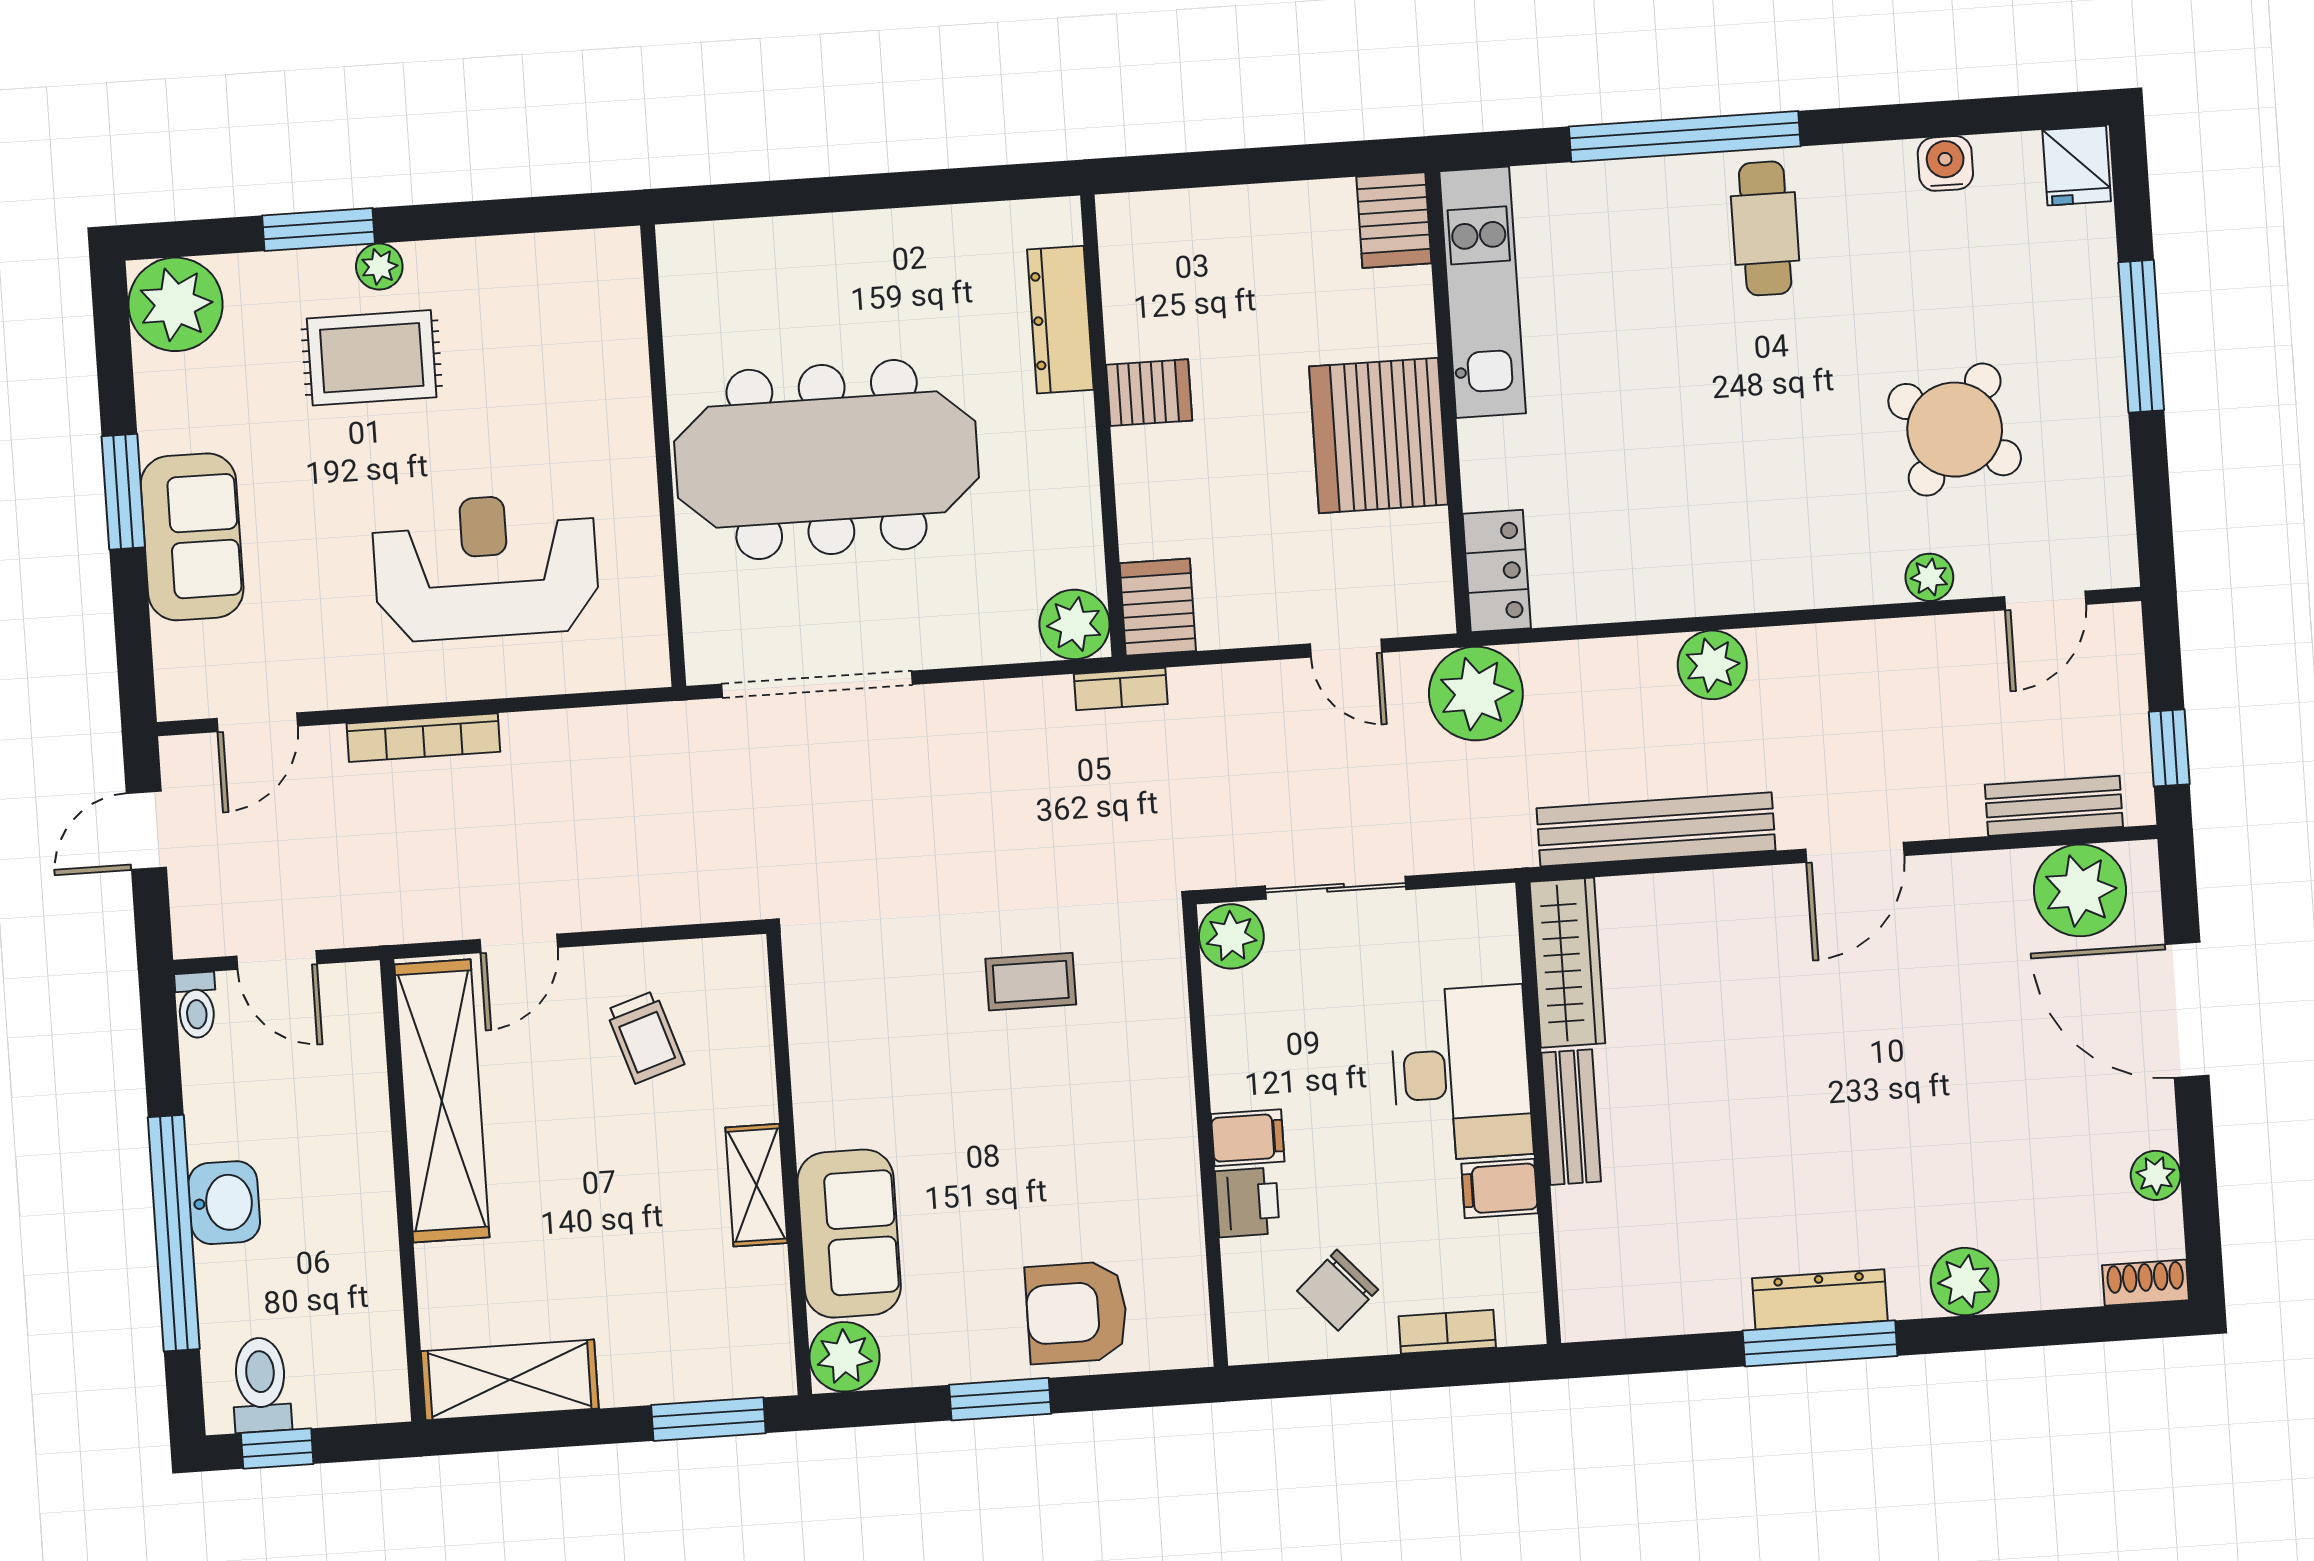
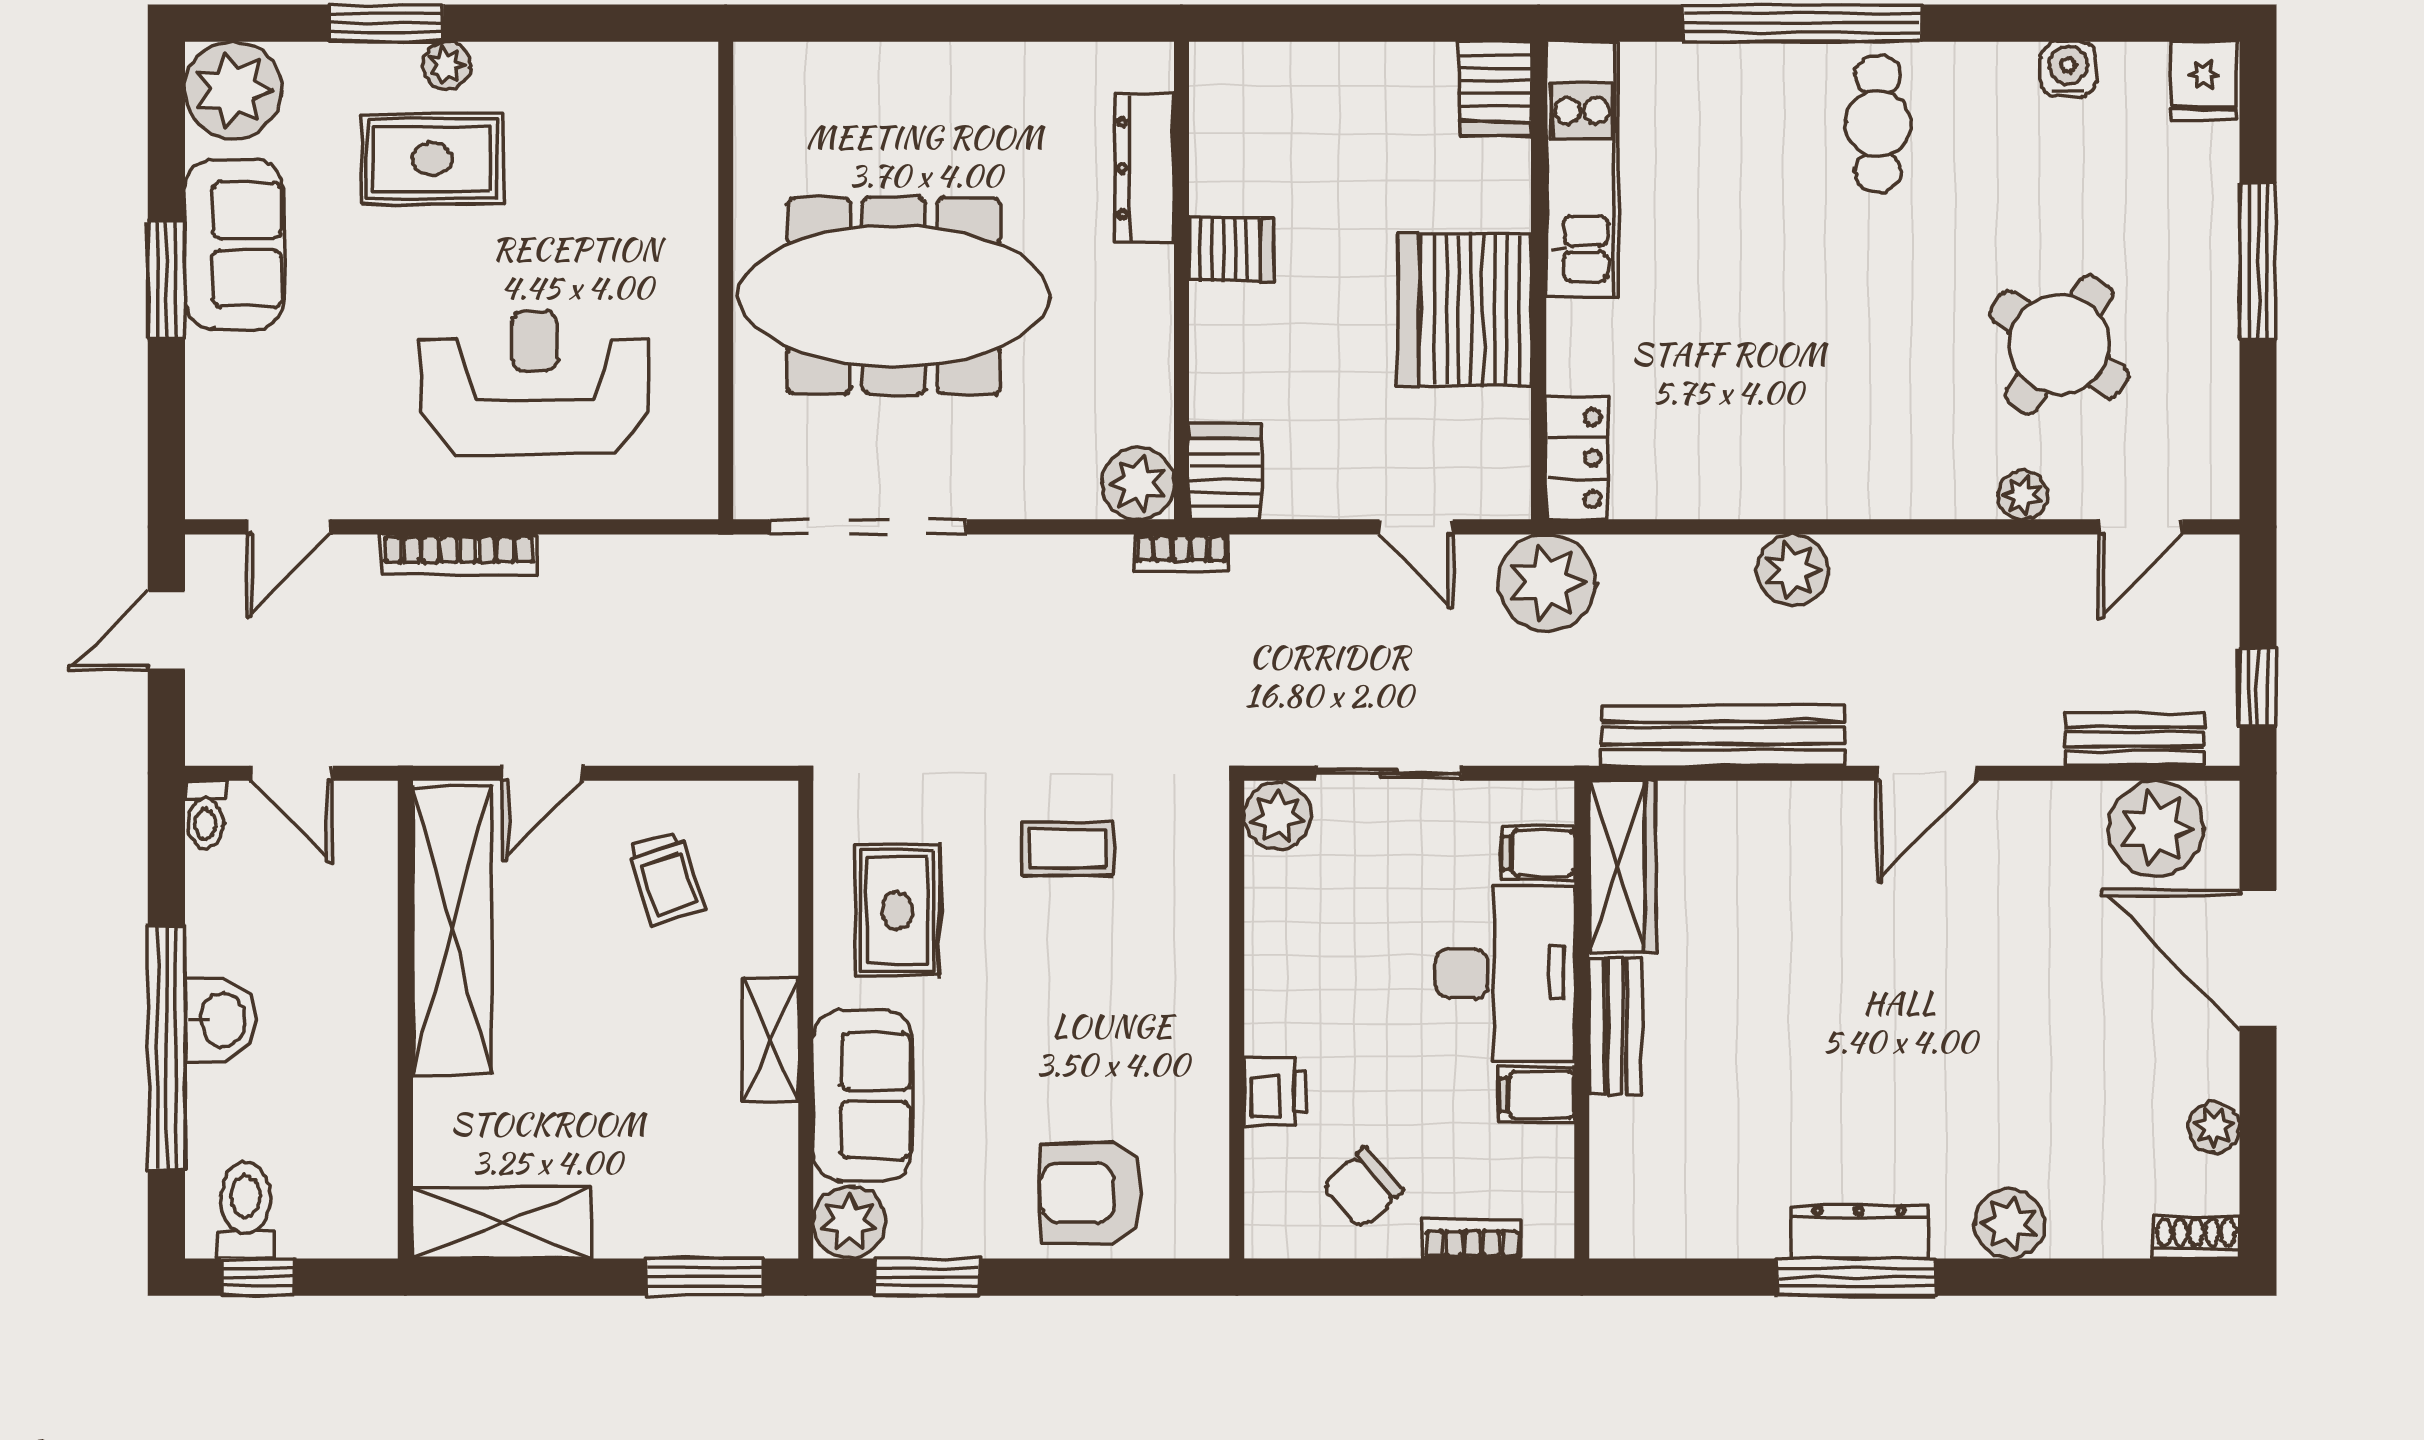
sofa: (192, 537) -> (234, 244), moved
rug: (870, 1053) -> (897, 910), added
filing cabinet: (1248, 1138) -> (1538, 853), moved, turned 180
window: (1000, 1399) -> (927, 1277), moved

